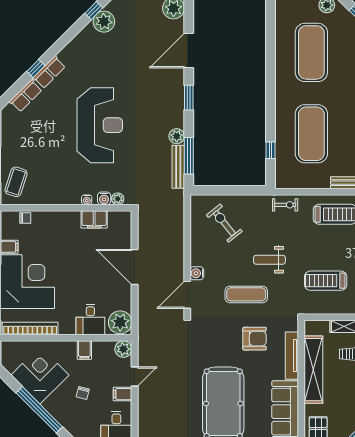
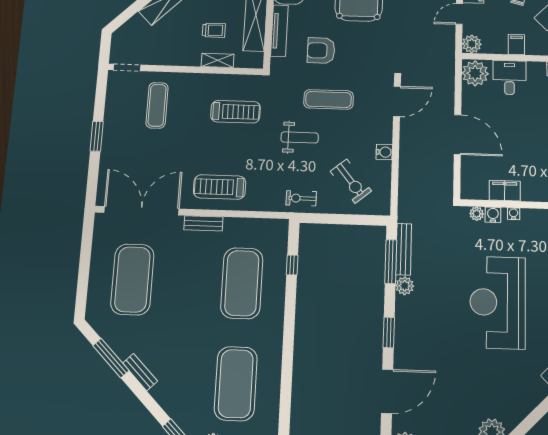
exercise bike: (285, 205) -> (301, 198), moved
water cooler: (197, 273) -> (384, 152), moved

